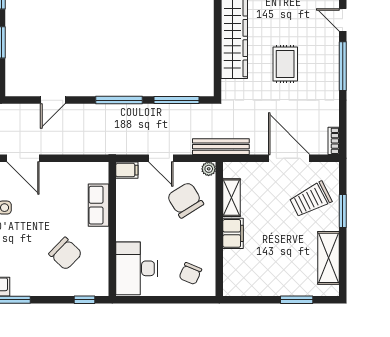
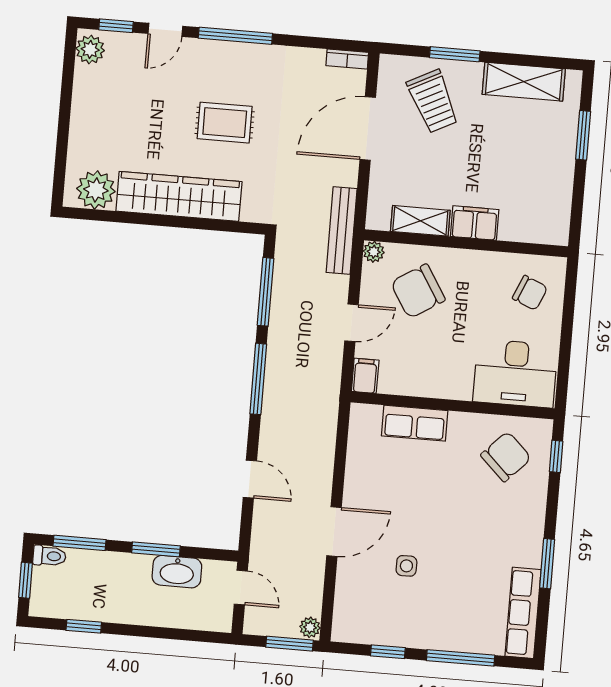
chair: (65, 254) -> (506, 457), moved

